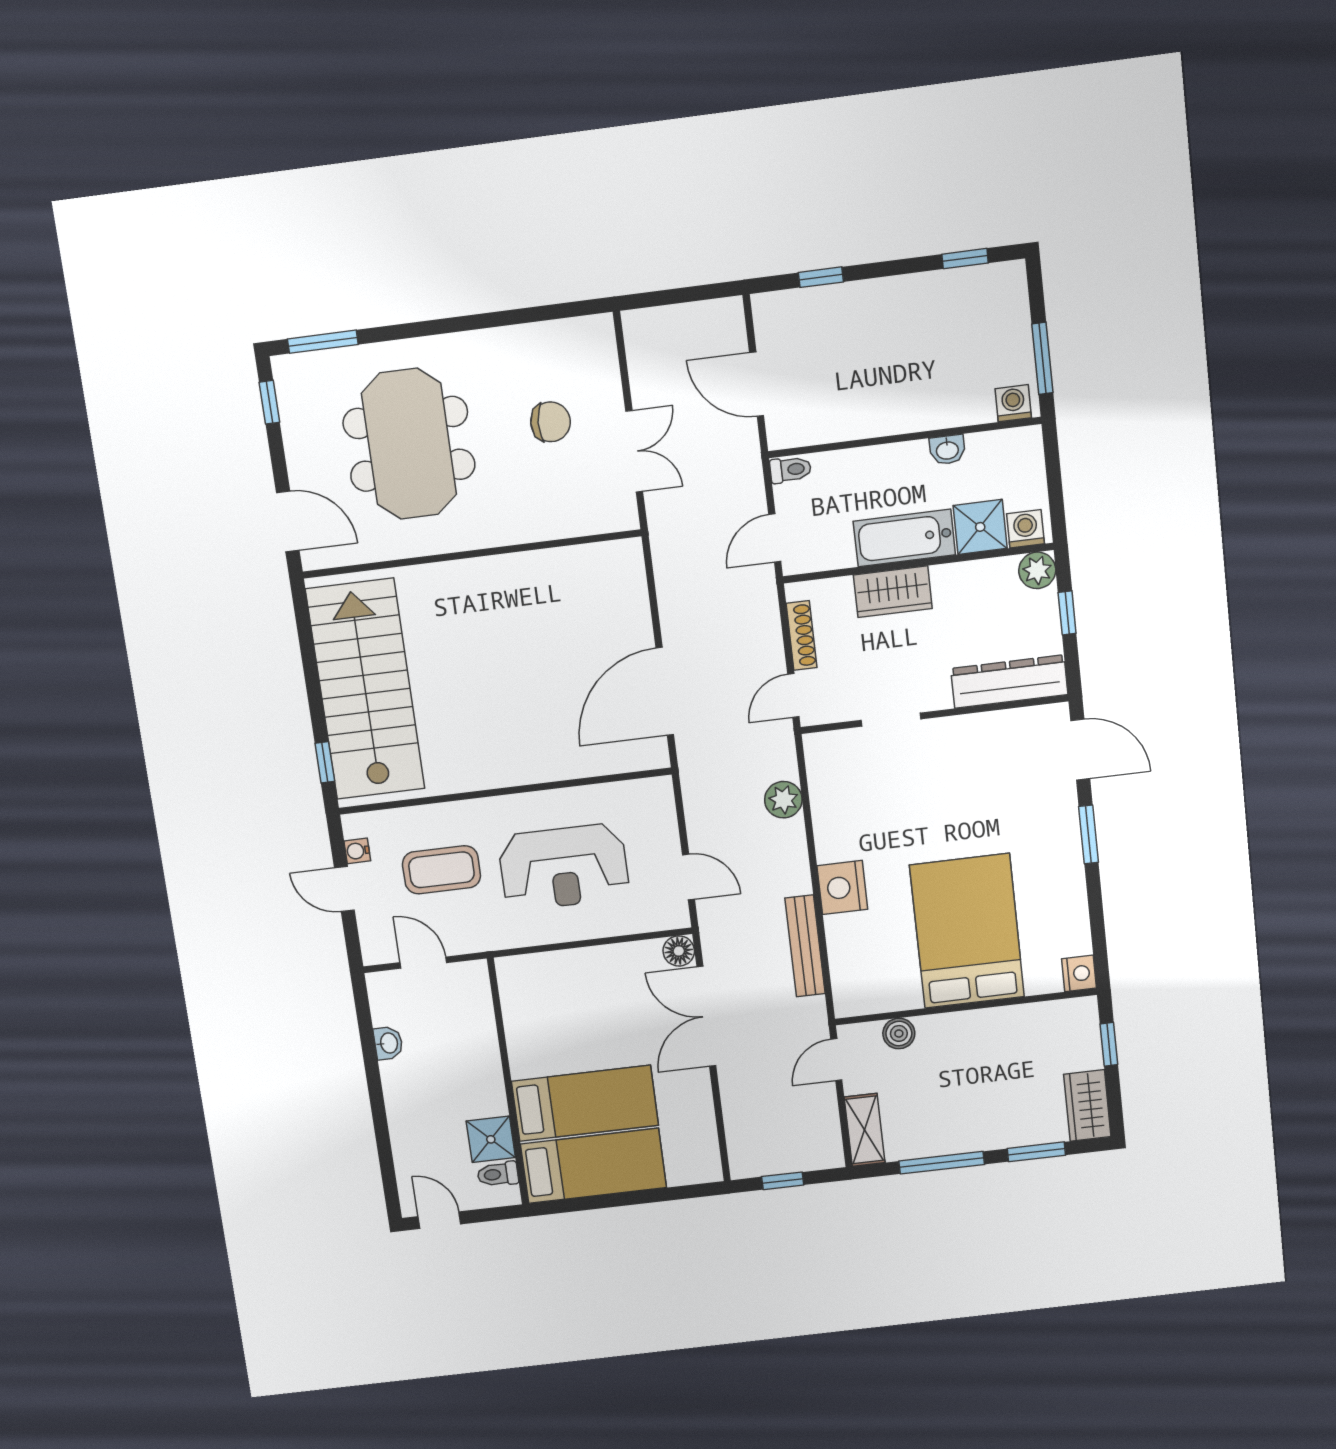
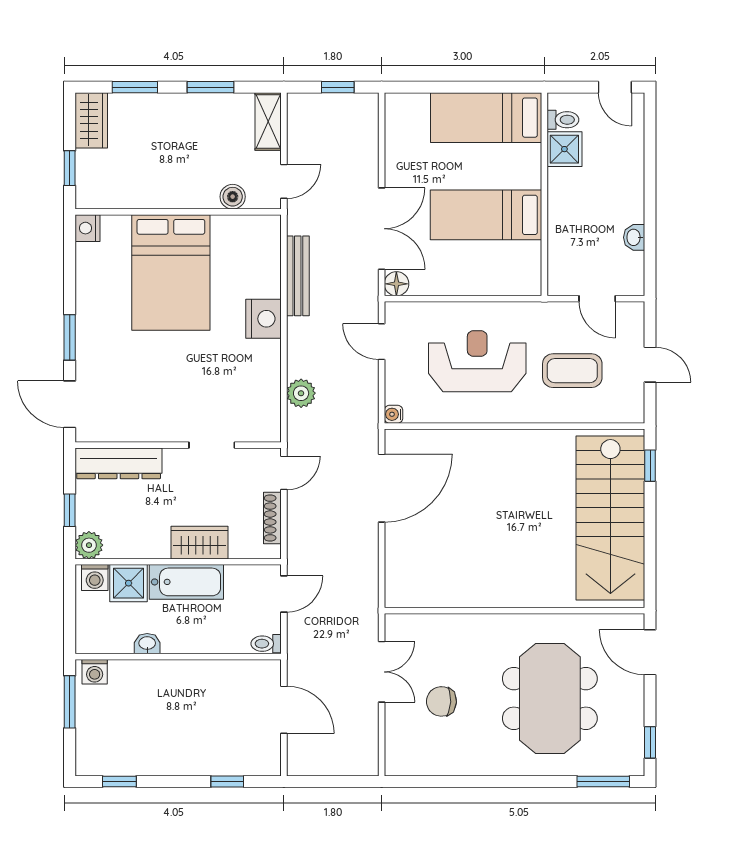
double door: (634, 451) -> (382, 672), swing flipped
water cooler: (357, 851) -> (393, 414), moved, turned 180
bed: (585, 1103) -> (486, 215), moved
window: (942, 1163) -> (210, 87), width x0.69

